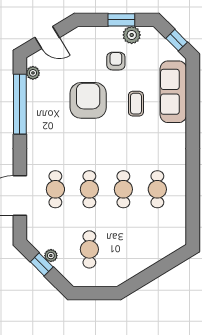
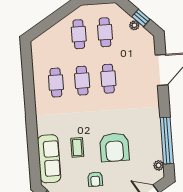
cafe table: (55, 189) -> (79, 34), moved

